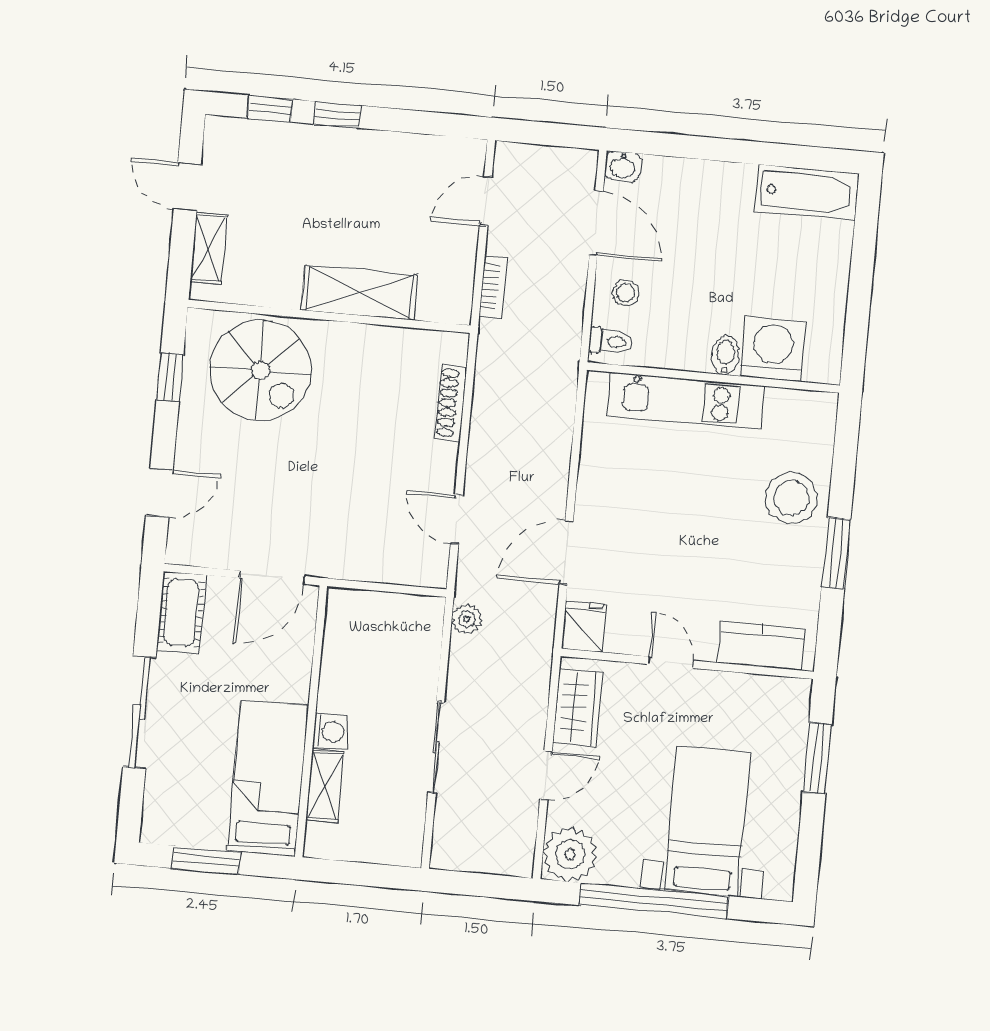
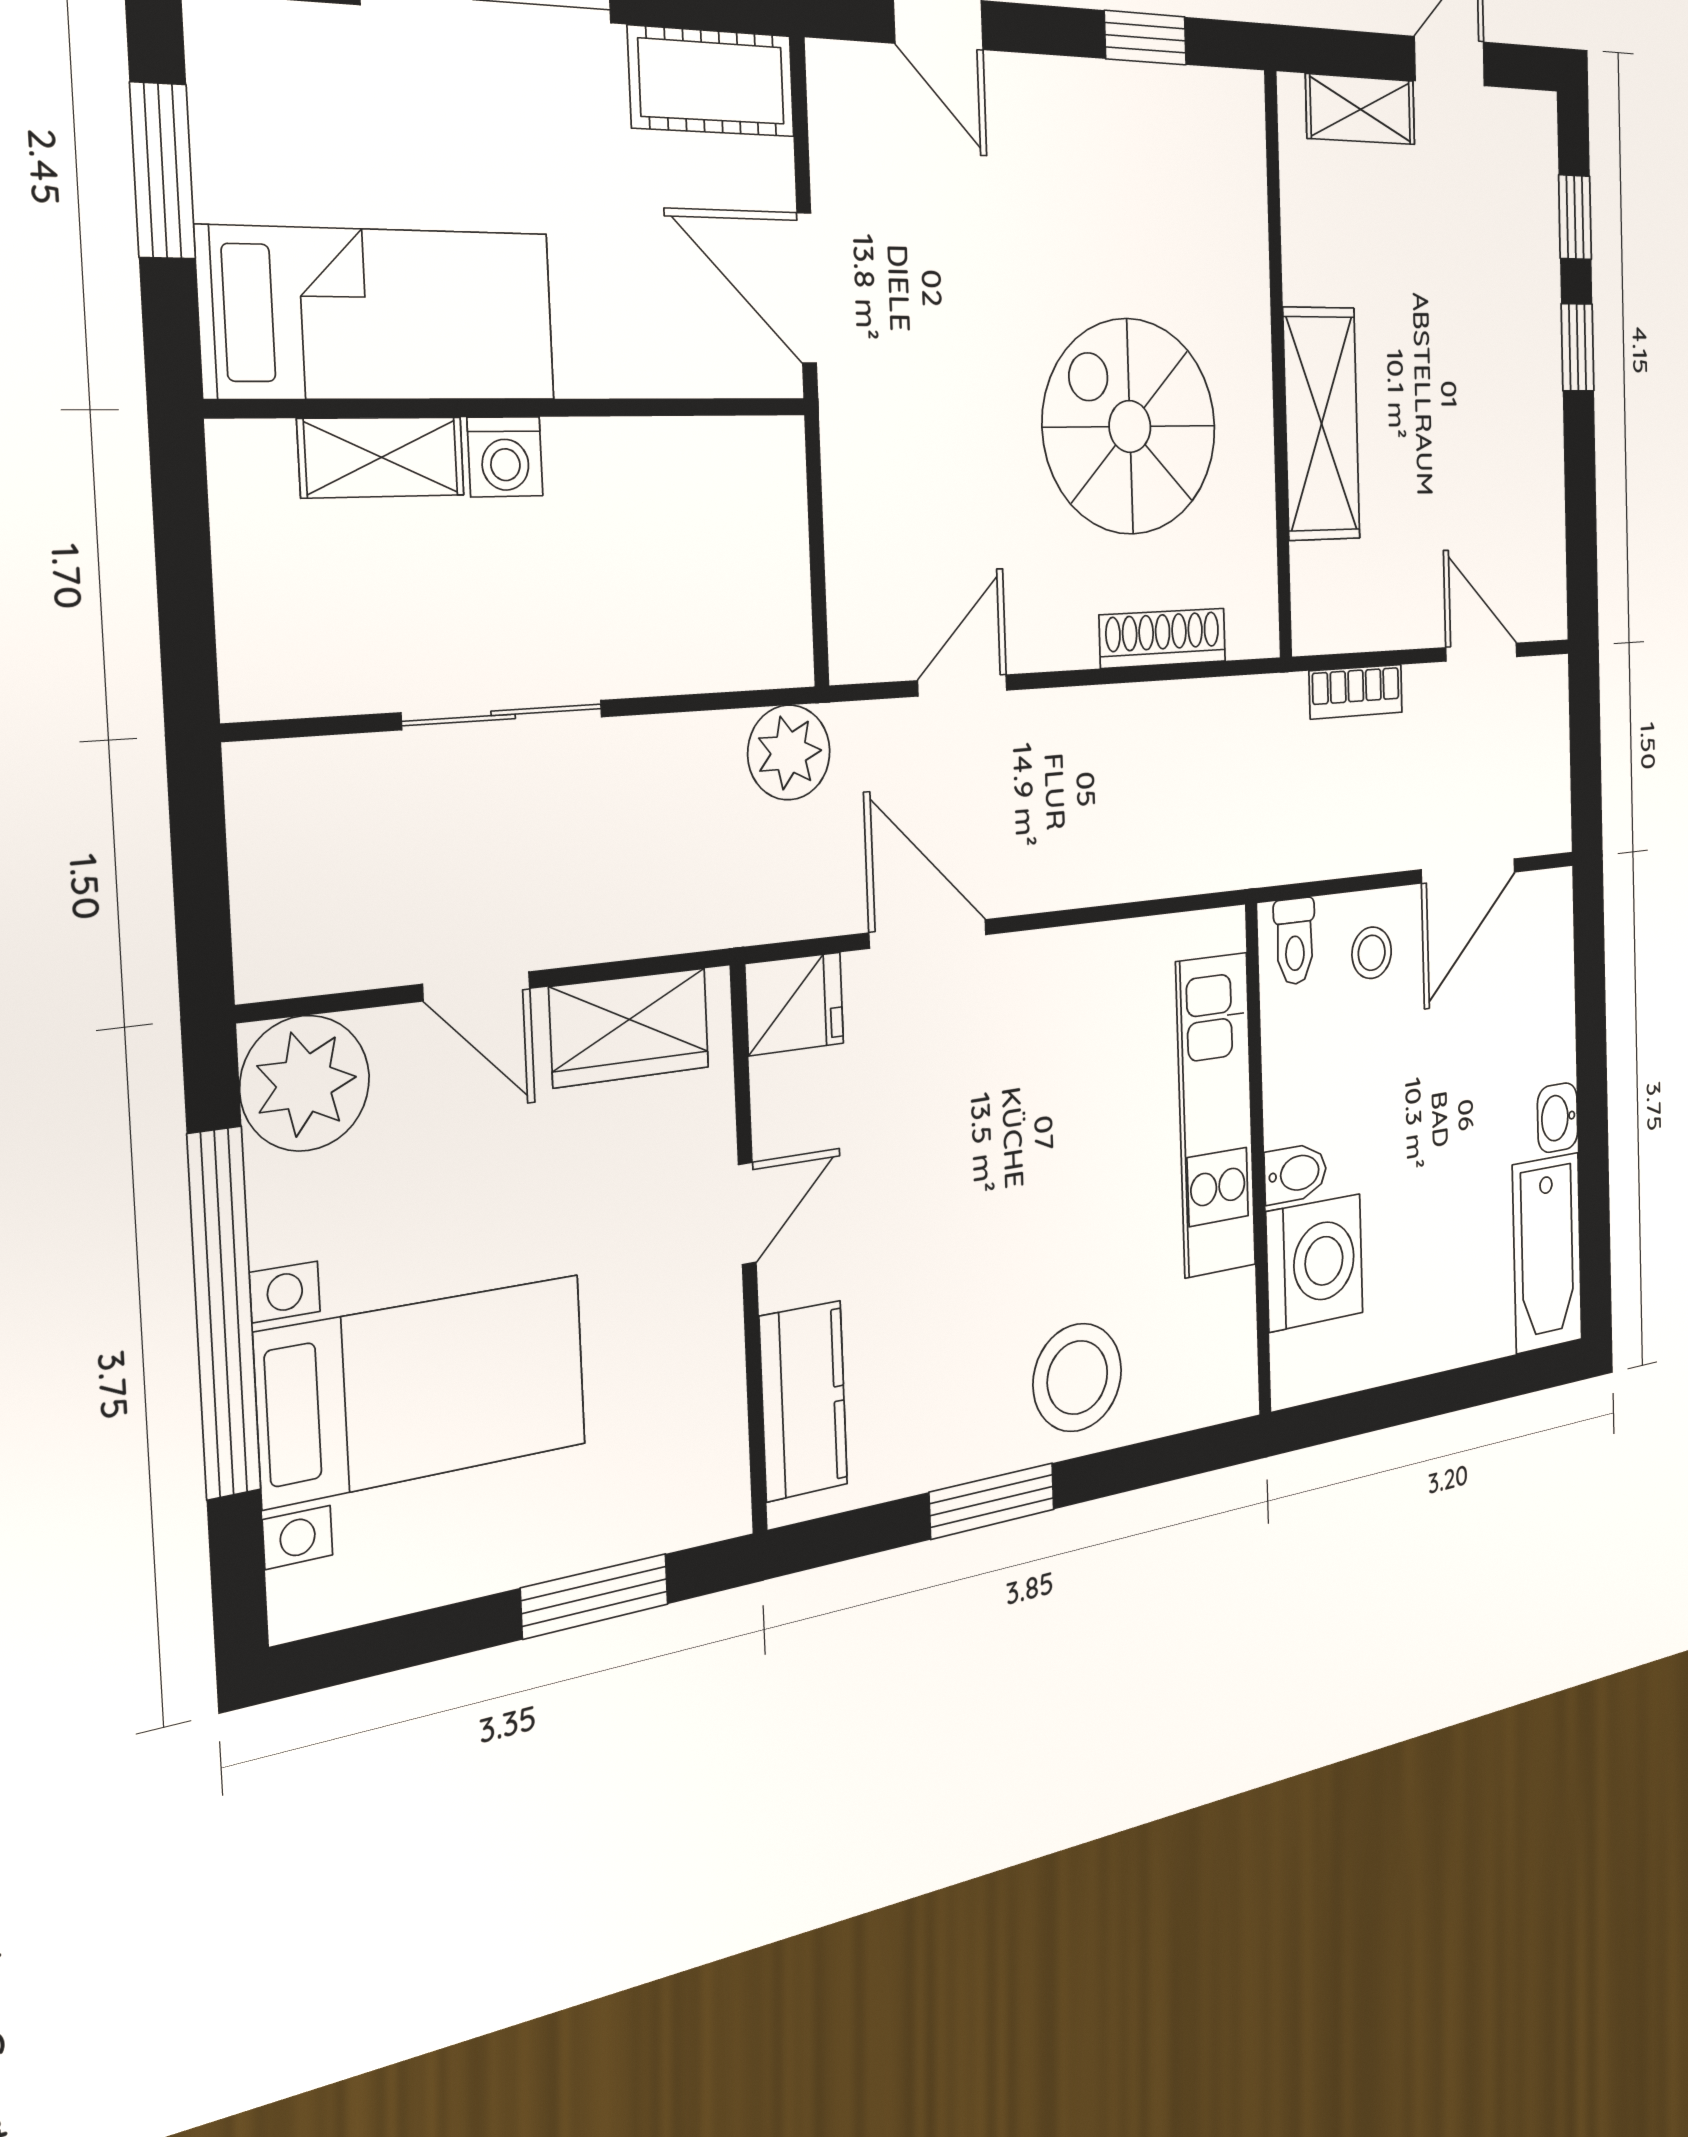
washbasin: (623, 166) -> (1558, 1118), moved
spiral stairs: (260, 370) -> (1130, 426), moved, turned 90
plant: (467, 619) -> (789, 752), width x1.38, depth x1.38

